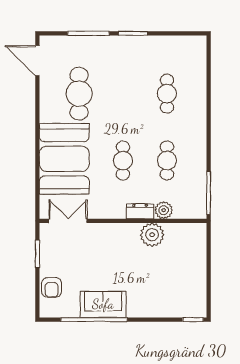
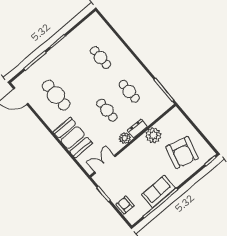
booth: (64, 159) -> (73, 138), width x0.73, depth x0.70
plant: (164, 210) -> (125, 138), moved
armchair: (168, 283) -> (182, 153), added
armchair: (52, 287) -> (125, 205), turned 180

